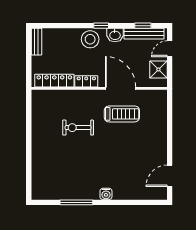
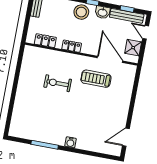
door: (170, 49) -> (146, 32), hinge flipped
locker: (54, 81) -> (45, 41), width x0.66
door: (121, 88) -> (110, 59), moved
treadmill: (122, 114) -> (96, 79), turned 180

